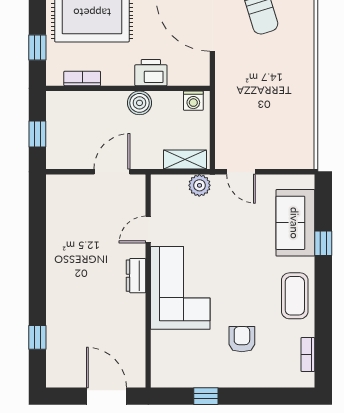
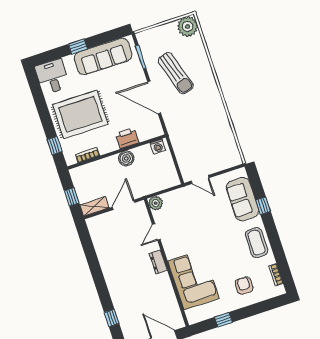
shelving: (185, 160) -> (94, 206), moved
plant: (199, 185) -> (156, 203), moved
corner sofa: (180, 288) -> (193, 280), moved
armchair: (242, 339) -> (244, 286), moved

